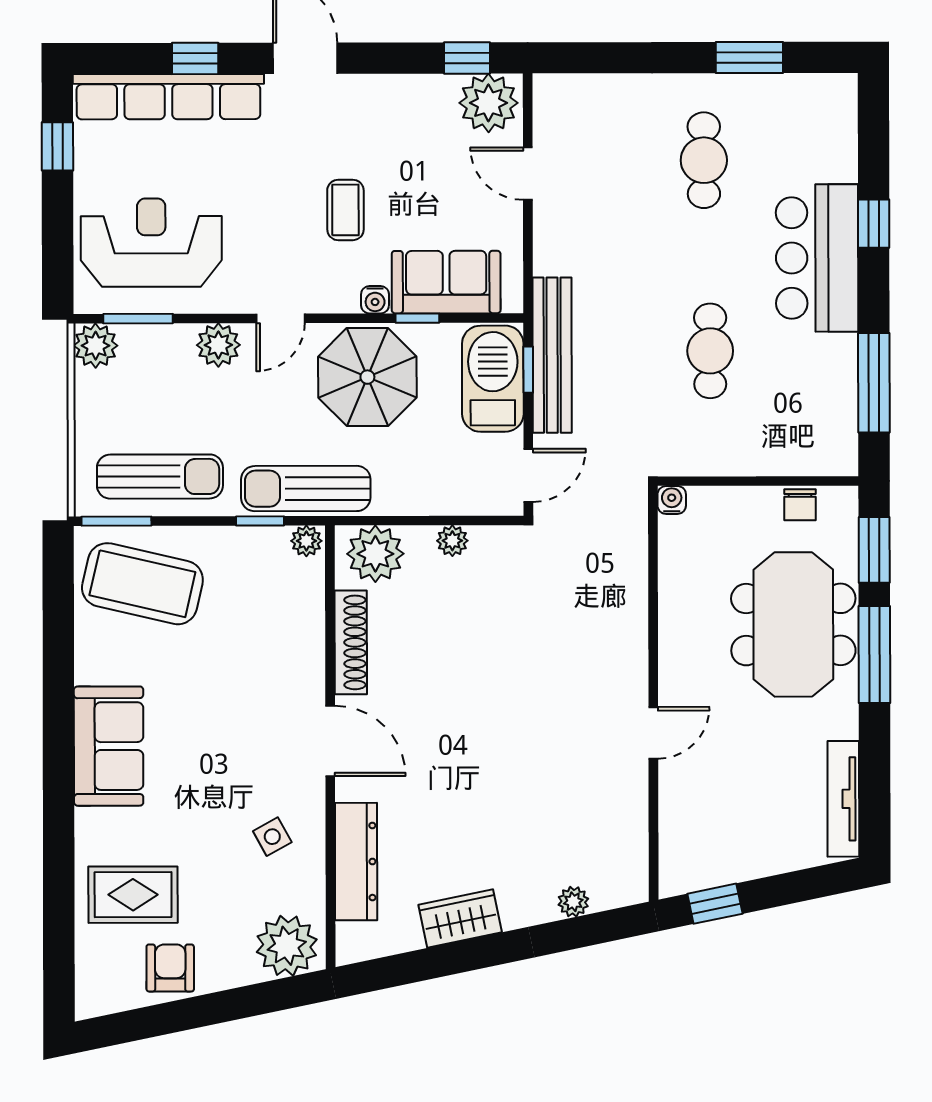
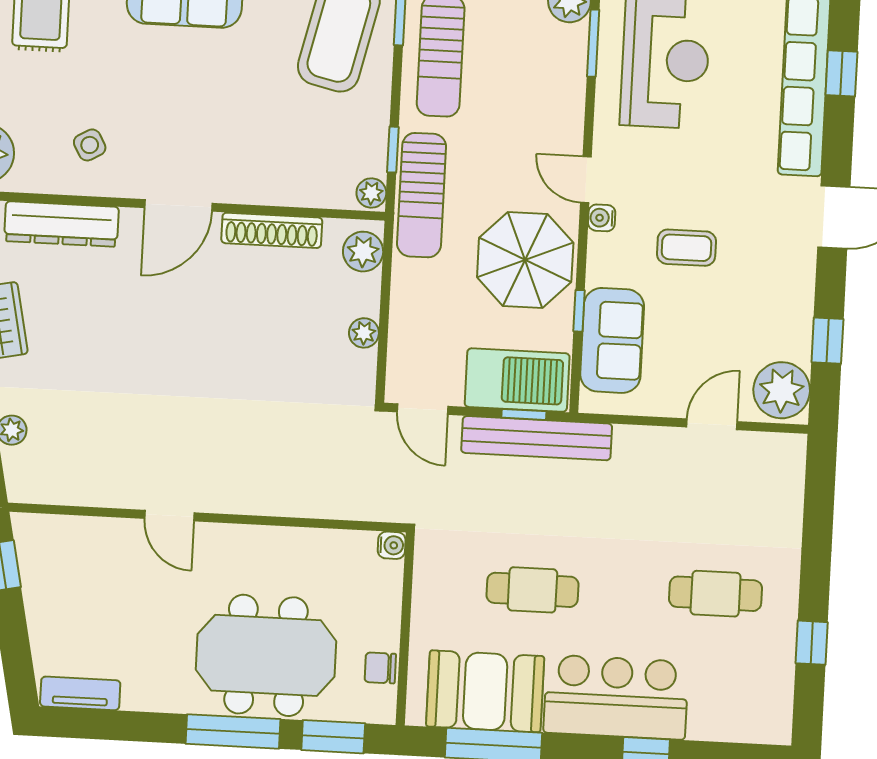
window: (749, 57) -> (812, 643), width x0.67
window: (195, 58) -> (841, 73), moved
window: (467, 58) -> (827, 341), moved
water cooler: (375, 300) -> (602, 218), moved
plant: (218, 345) -> (564, 119), removed
booth: (818, 394) -> (485, 691), added
sun lounger: (306, 489) -> (422, 195), turned 180
plant: (375, 554) -> (363, 252), width x0.73, depth x0.73
tv unit: (843, 799) -> (80, 693), width x0.71

